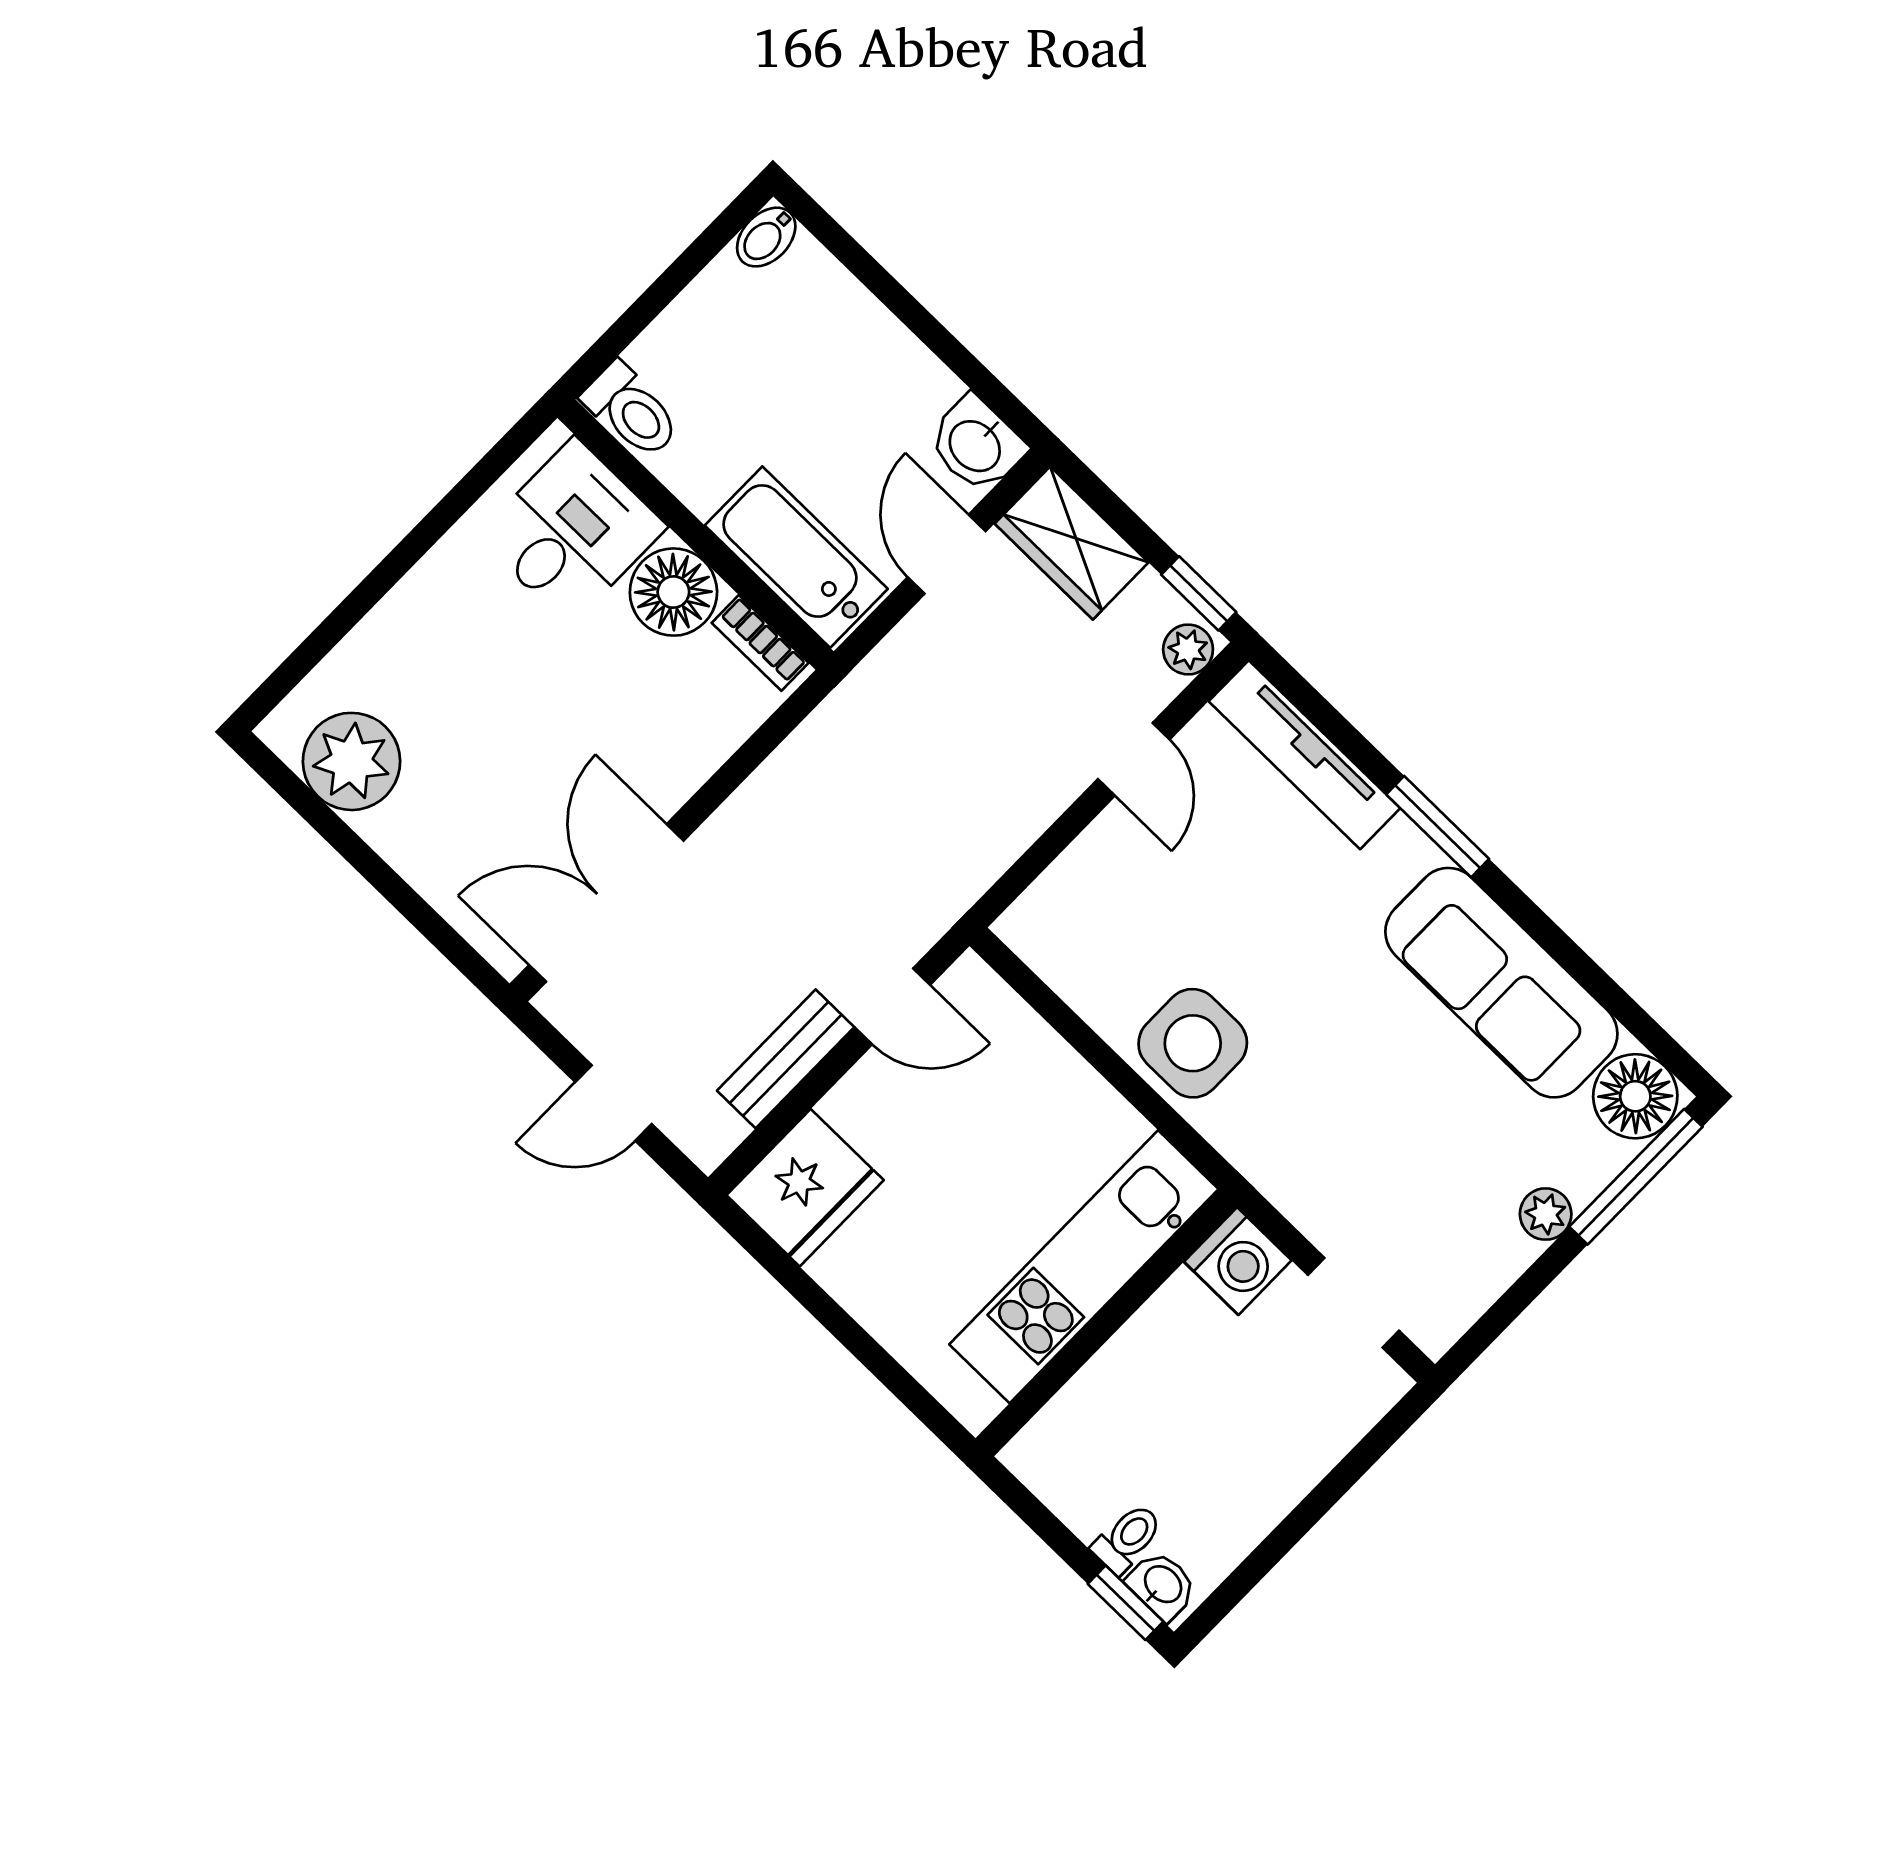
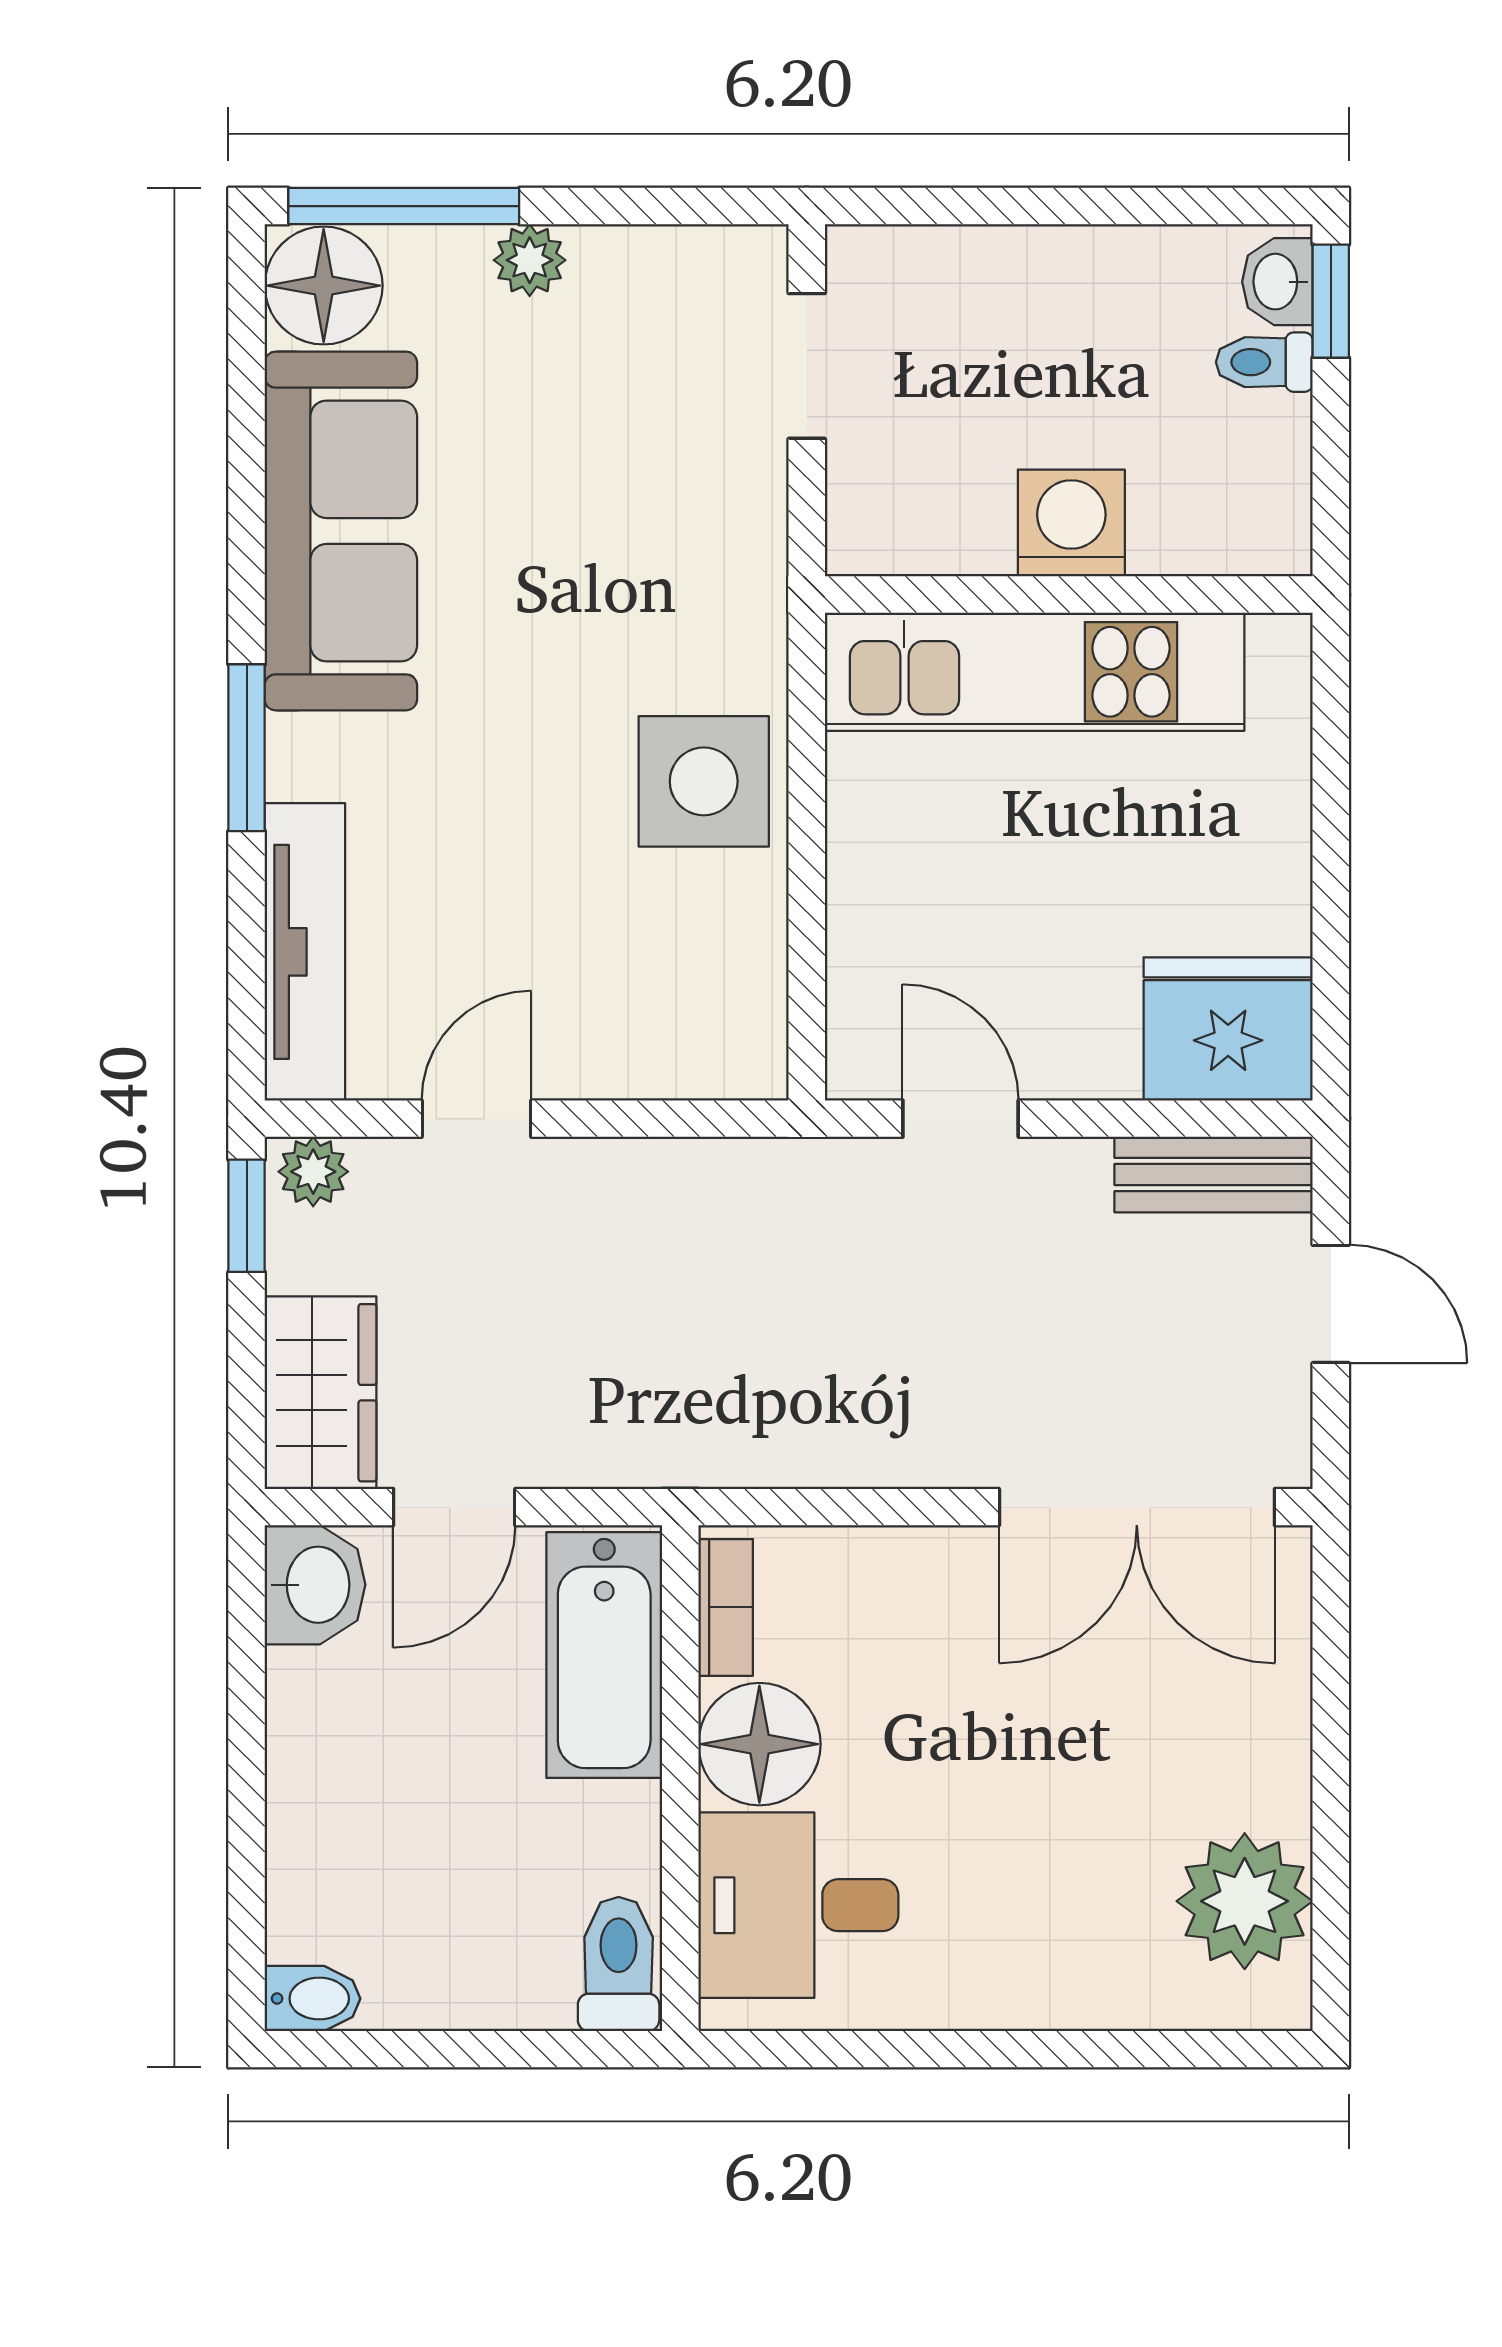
bench: (786, 1059) -> (1214, 1174), moved
washing machine: (1238, 1261) -> (1071, 523), moved

